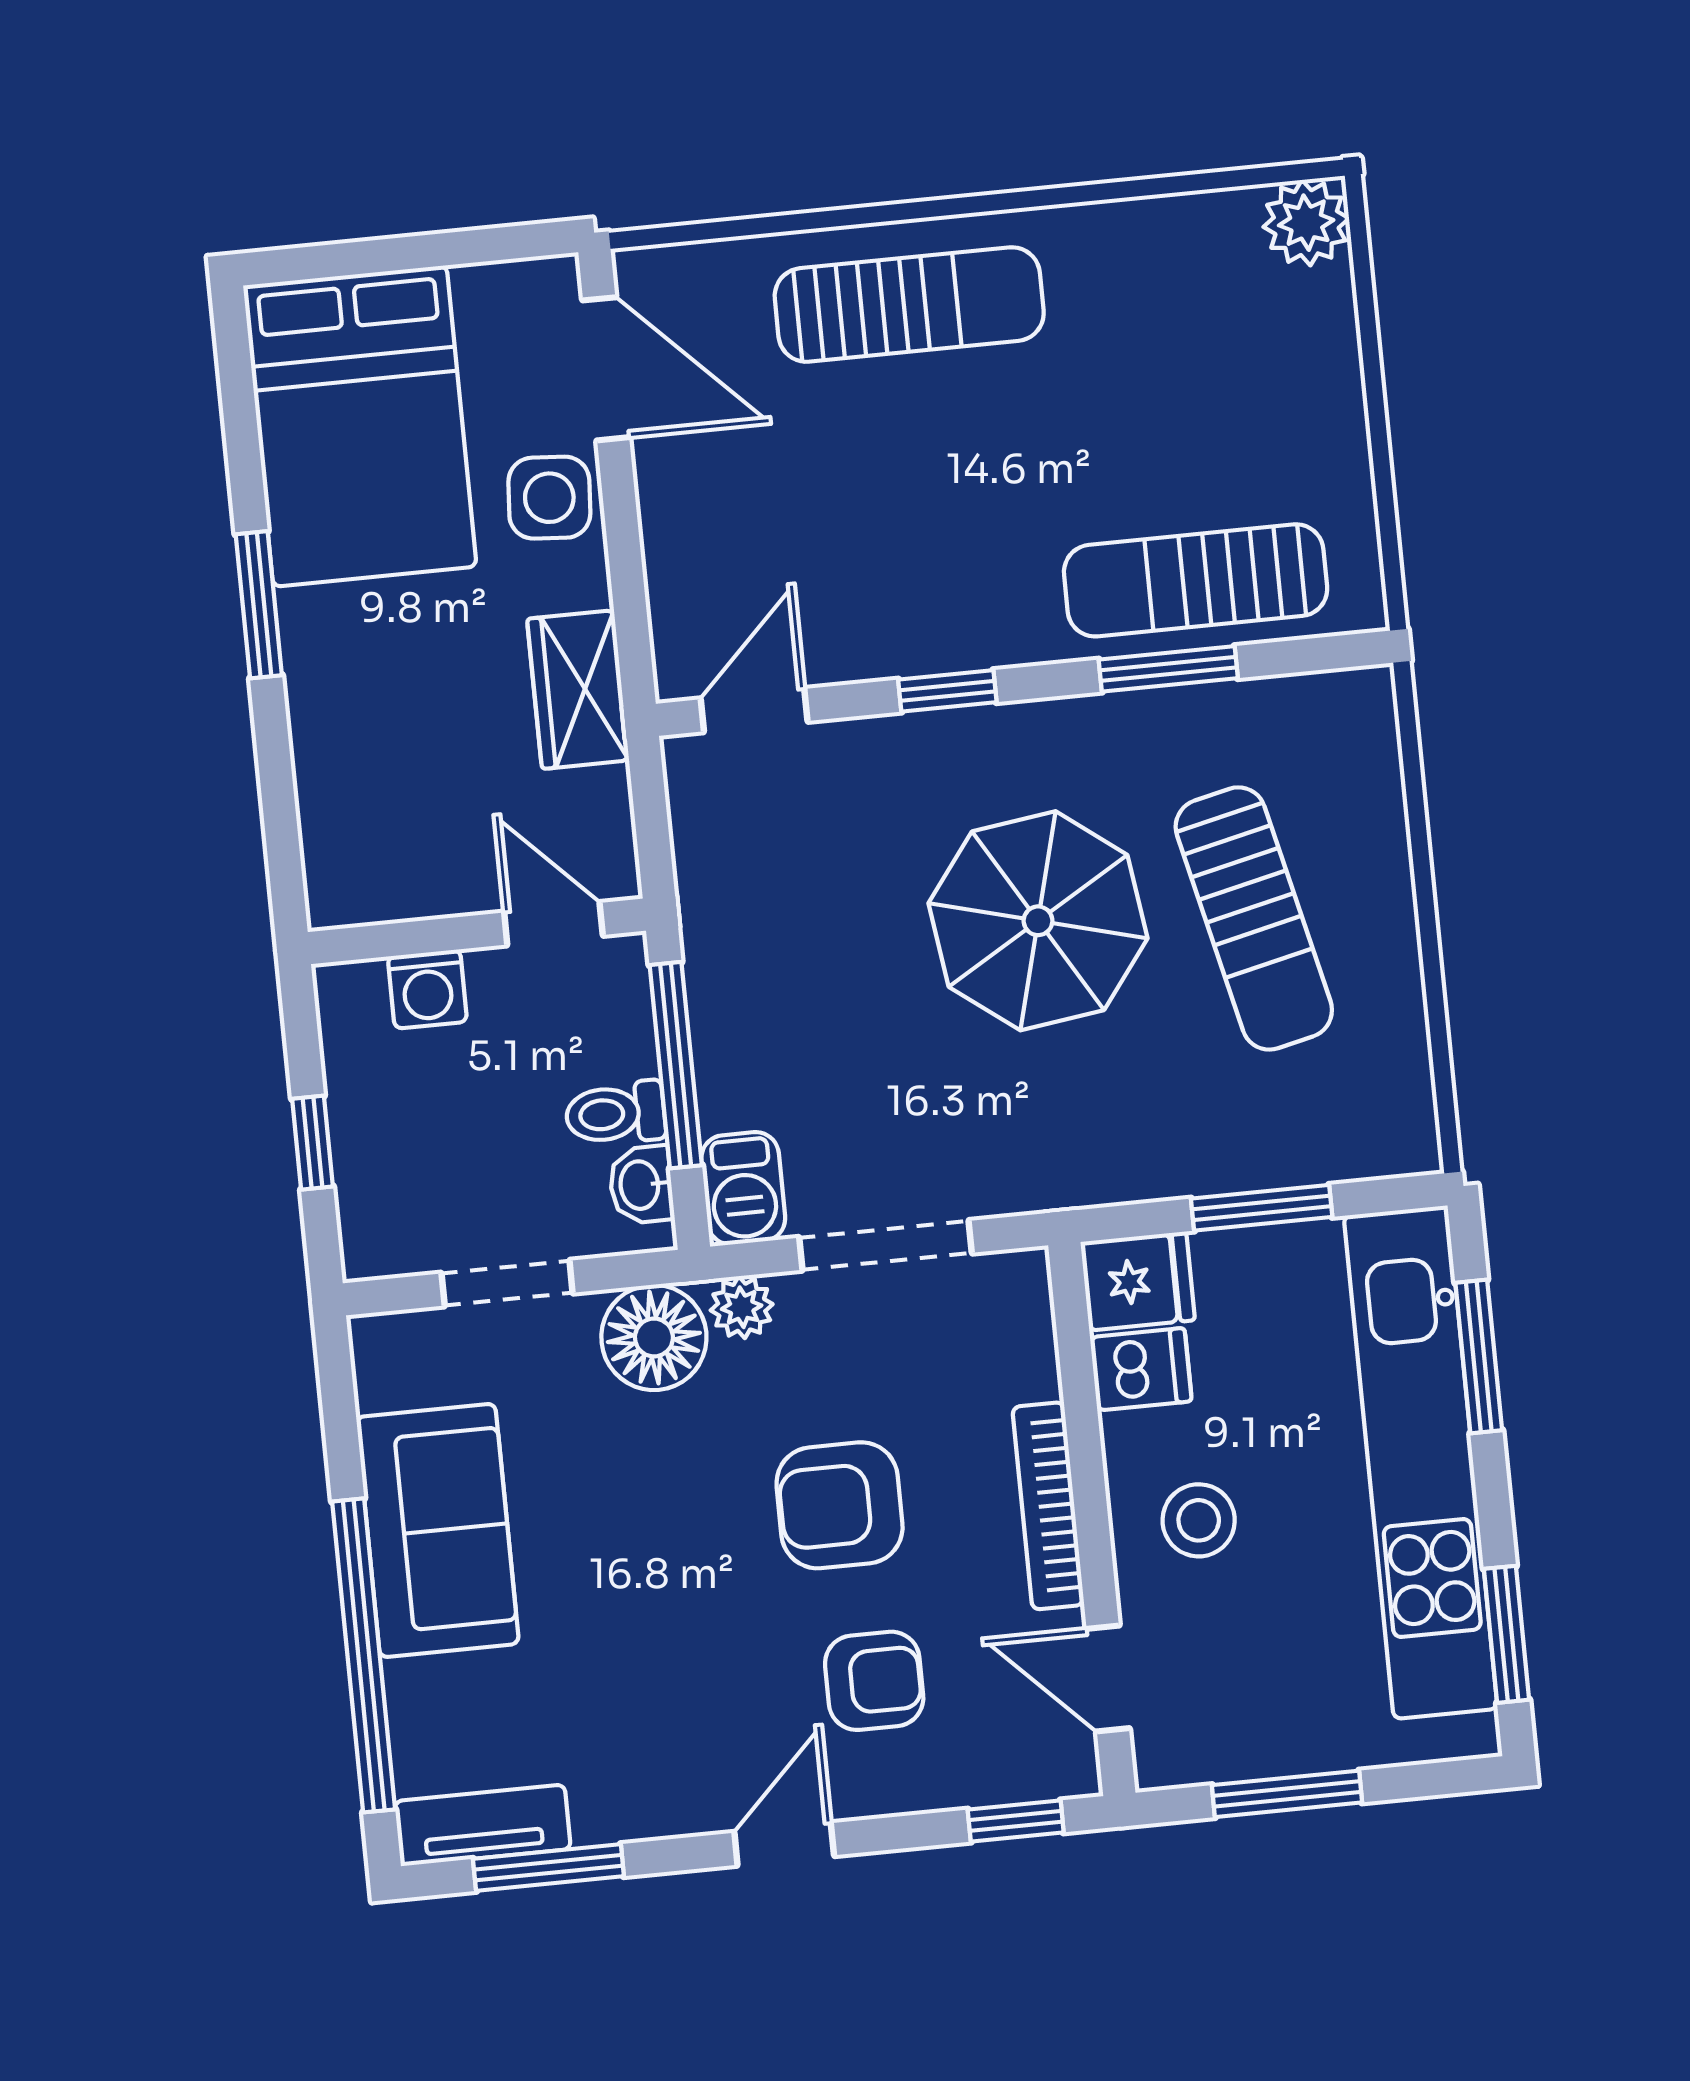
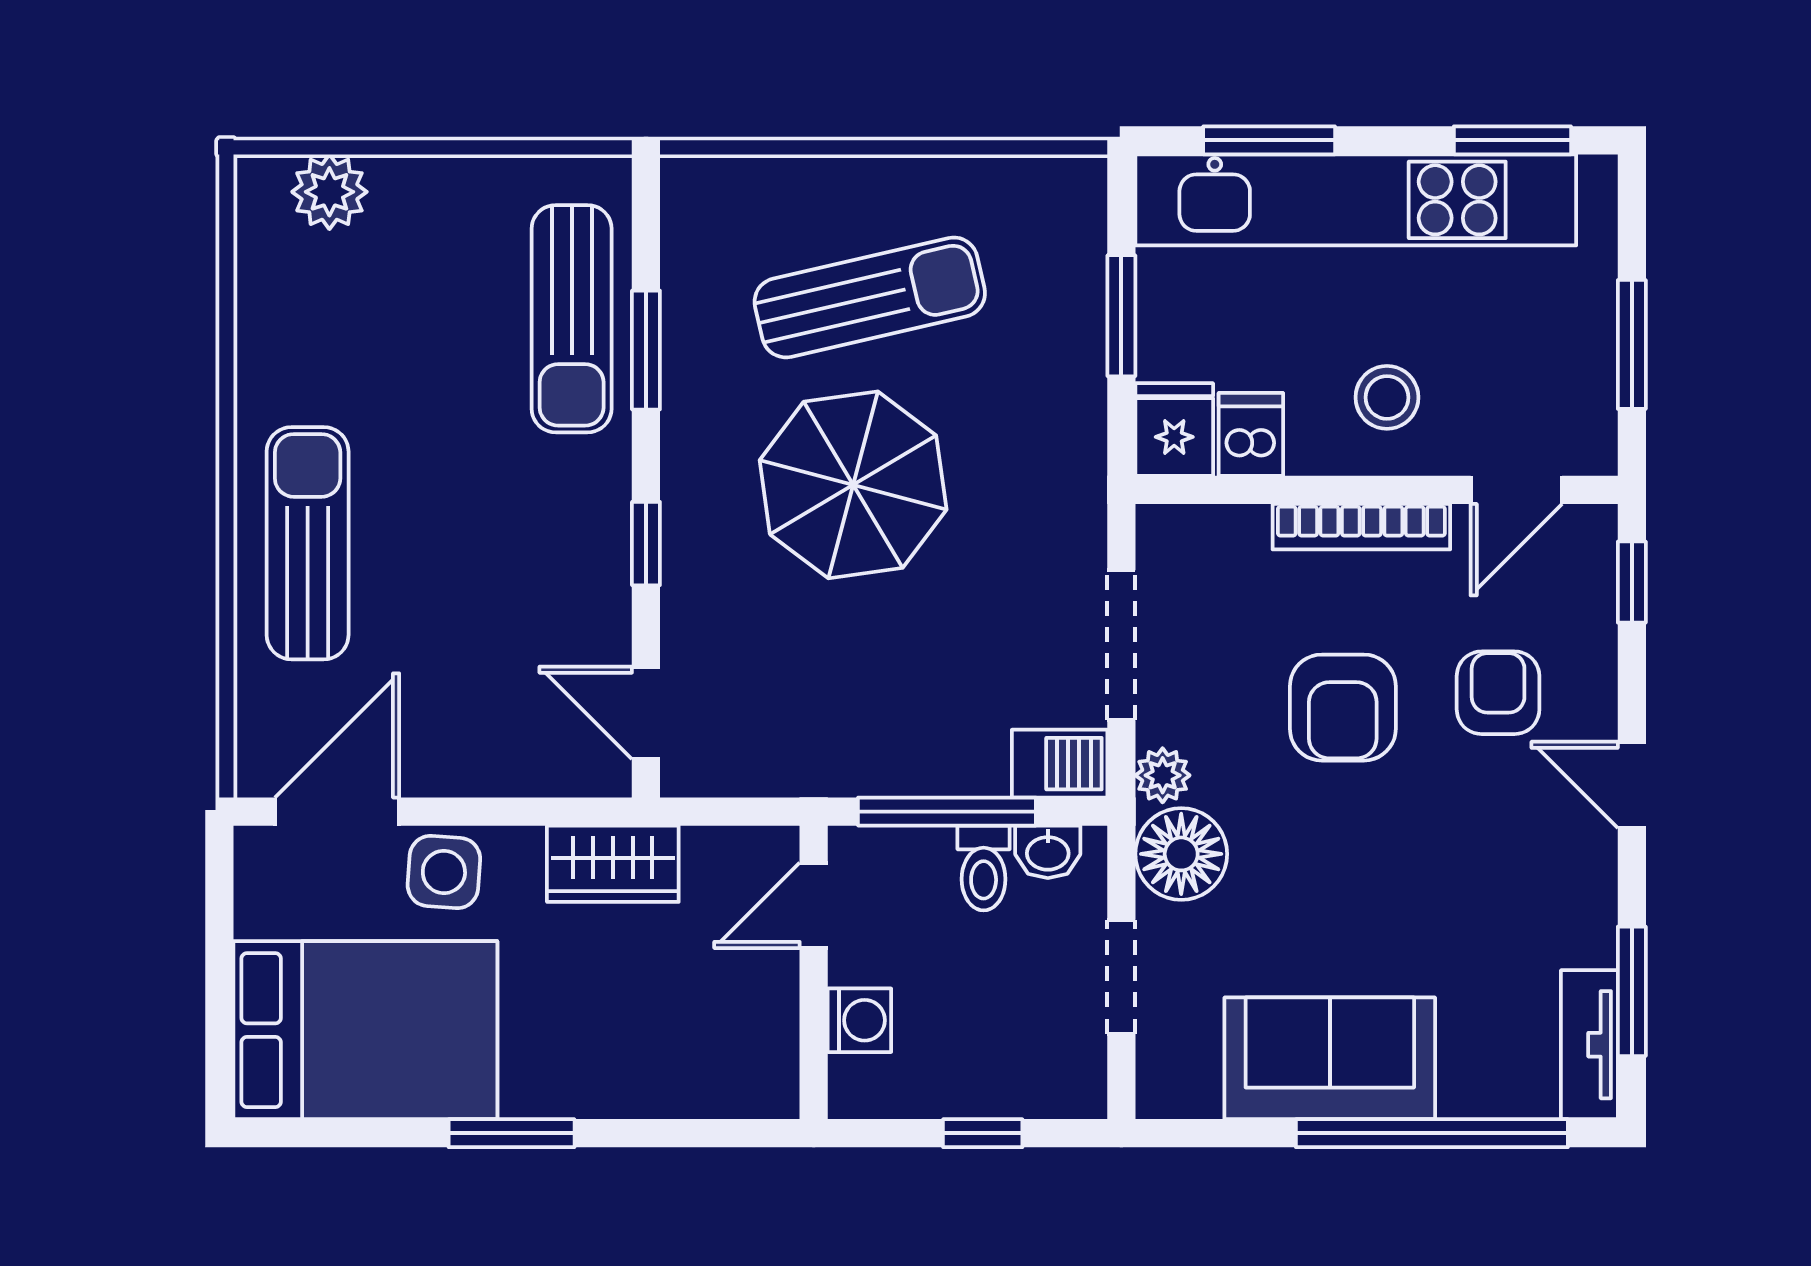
plant: (1306, 223) -> (329, 192), moved

